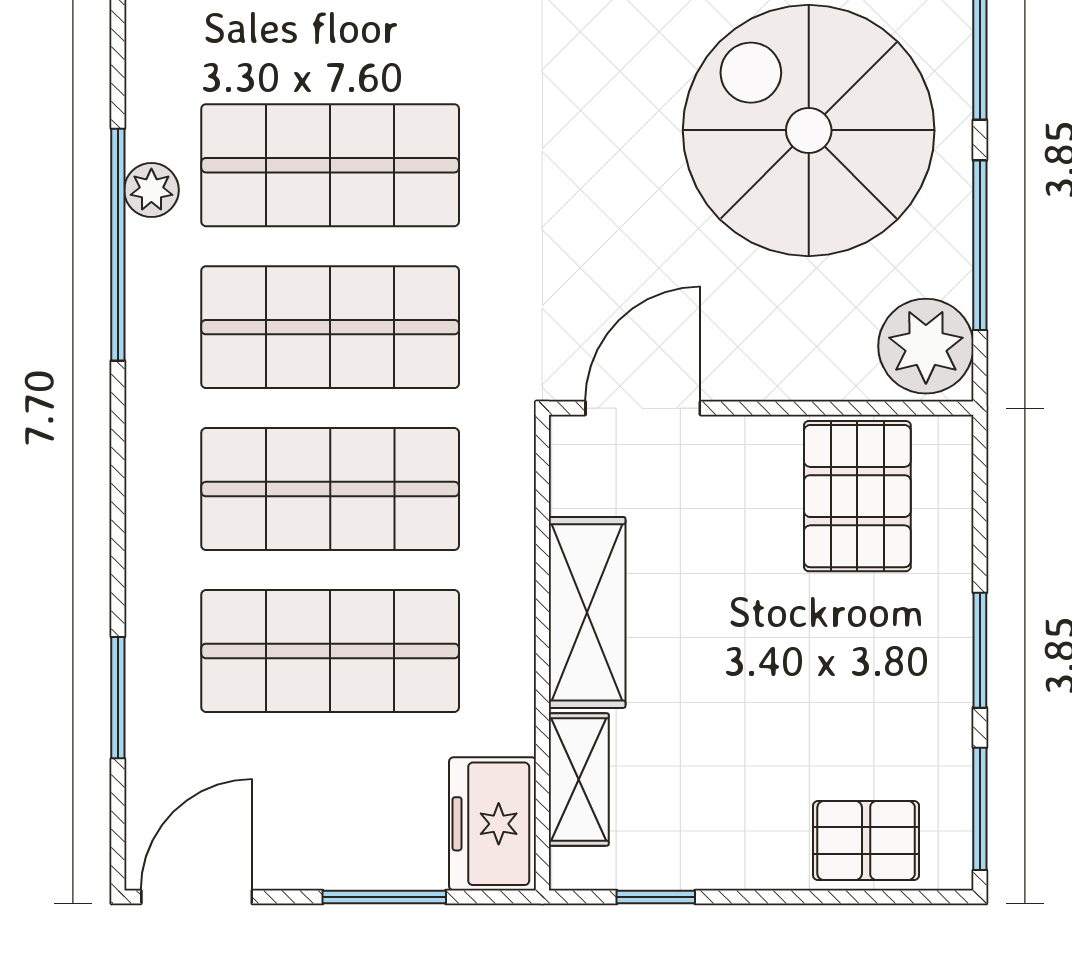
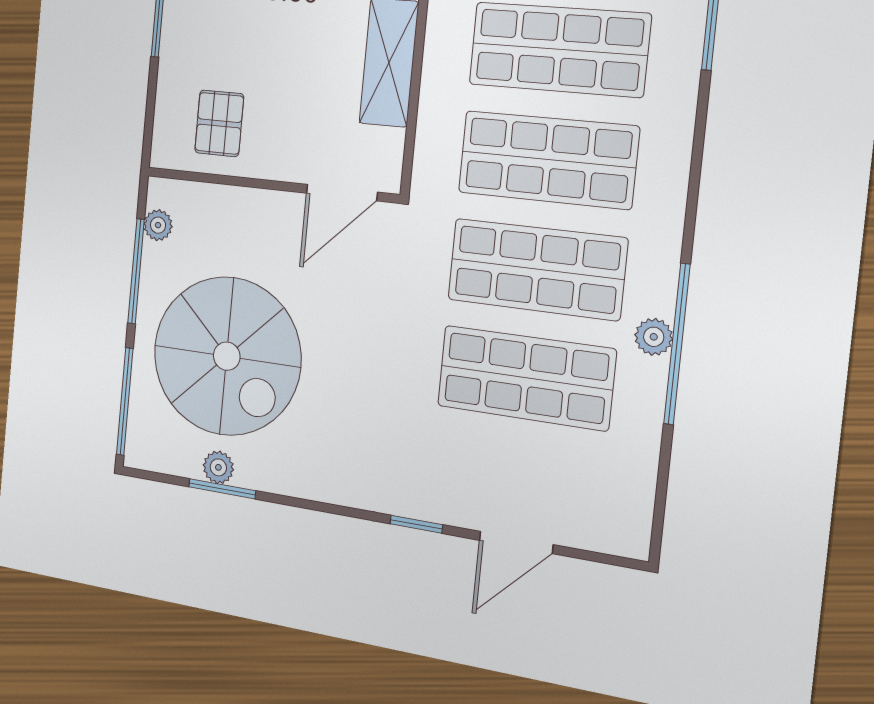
plant: (151, 190) -> (654, 337), moved
plant: (926, 346) -> (158, 225), width x0.53, depth x0.53
pallet: (857, 496) -> (219, 123), width x0.67, depth x0.71

